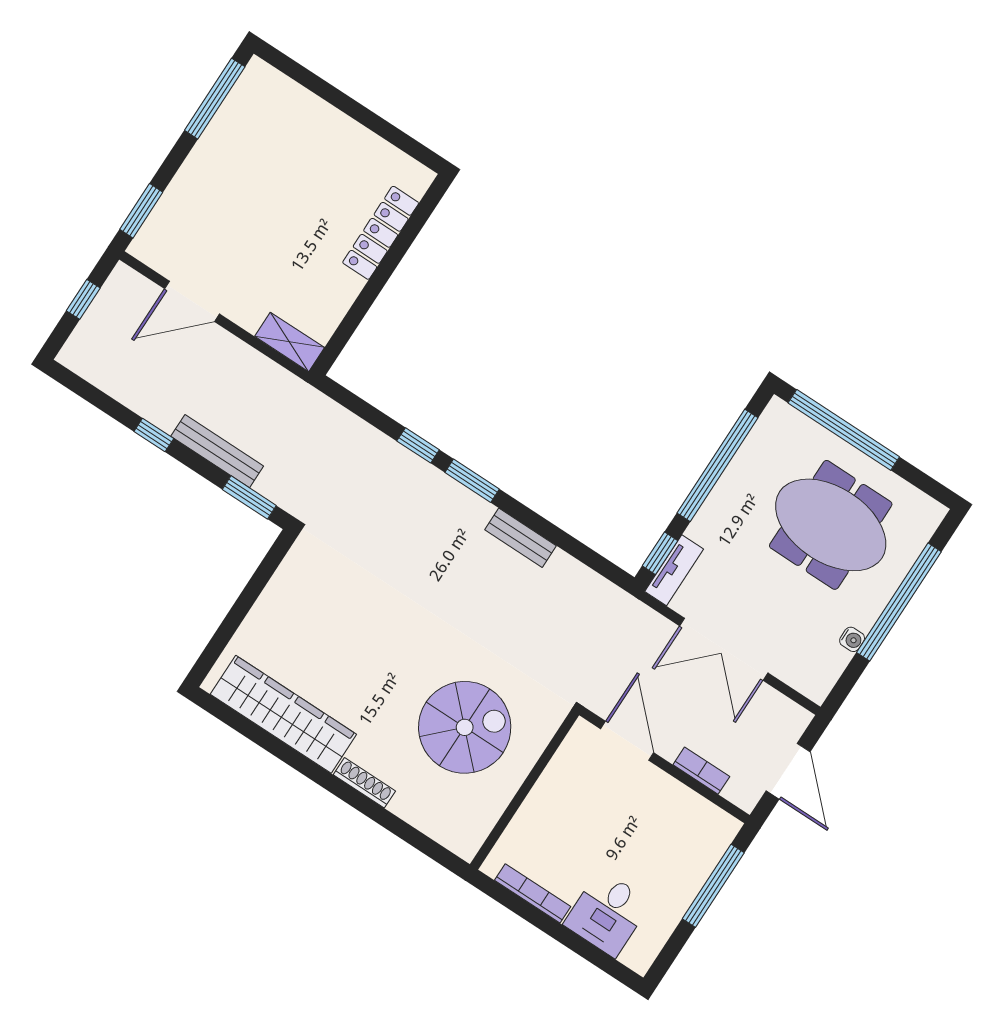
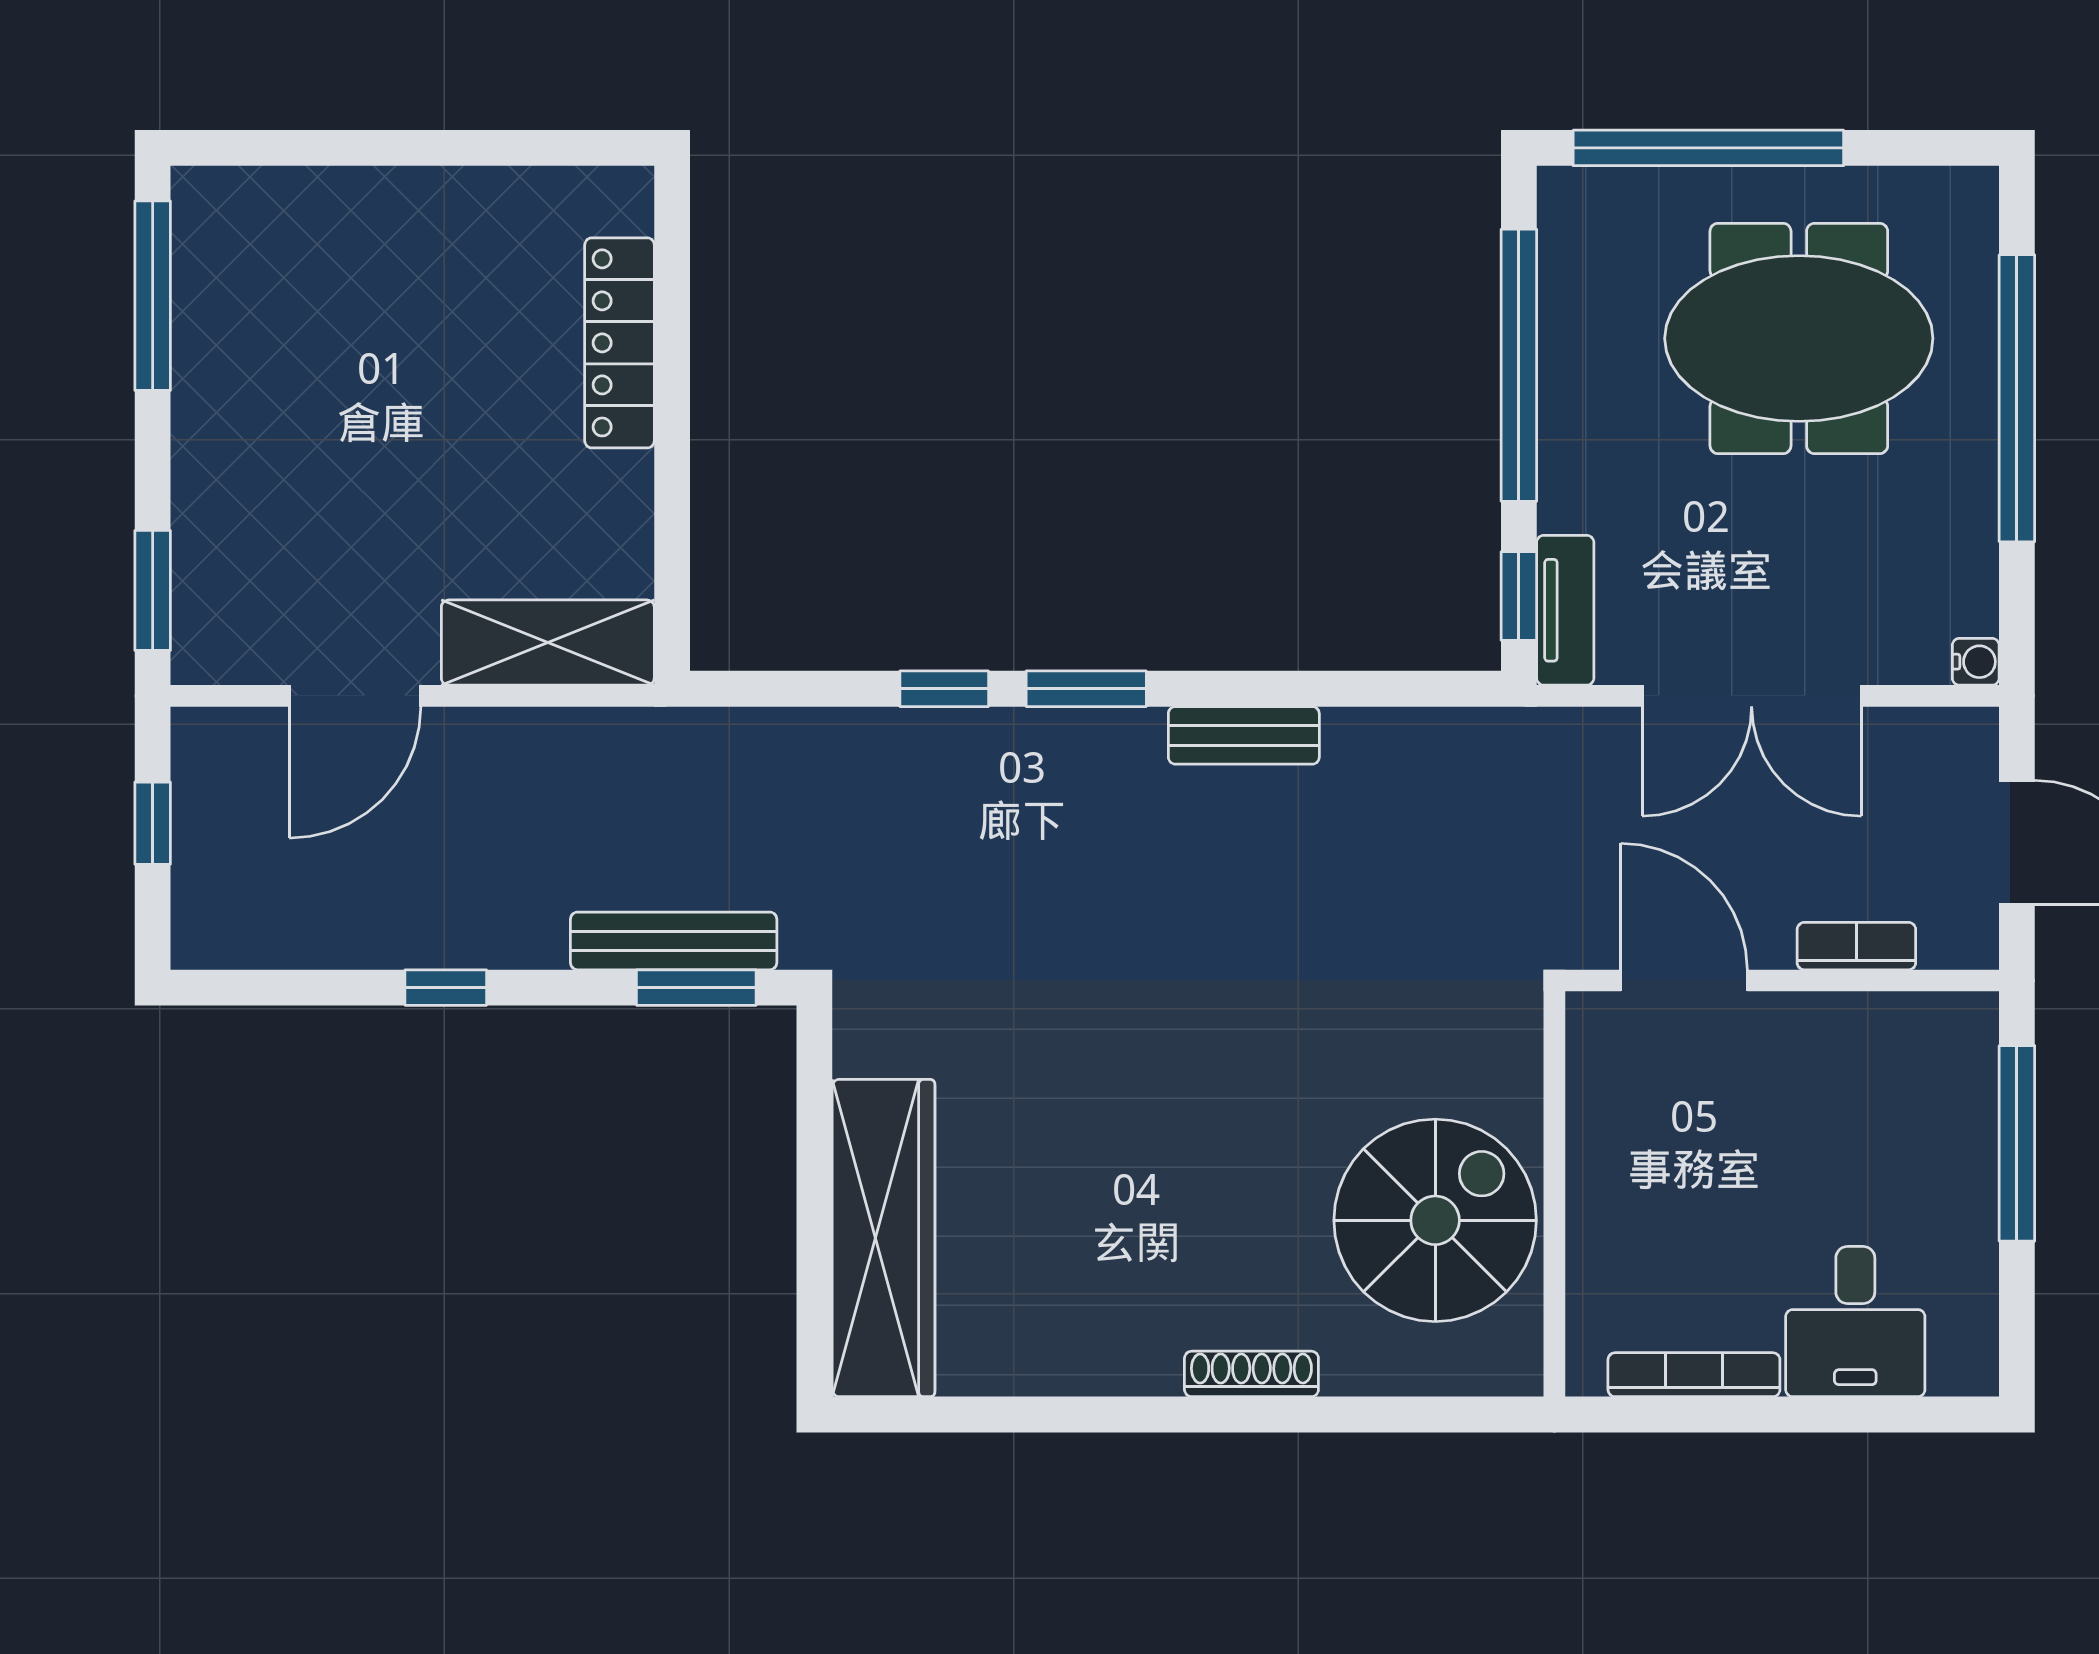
shelving: (290, 342) -> (548, 643), width x1.50, depth x1.33
bench: (217, 451) -> (674, 941), moved
water cooler: (852, 639) -> (1976, 662), moved
wardrobe: (283, 714) -> (884, 1238), moved, turned 90
spiral stairs: (465, 727) -> (1435, 1220), moved

